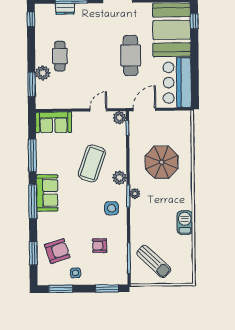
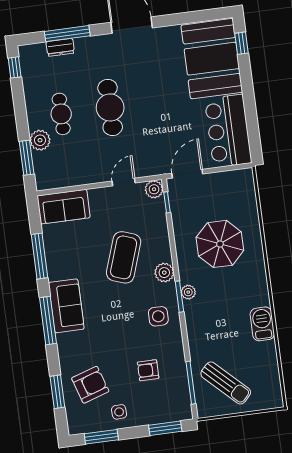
cafe table: (131, 55) -> (110, 107), moved

